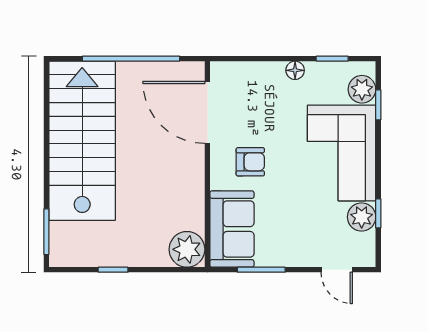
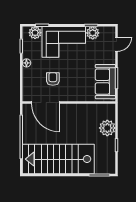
door: (207, 112) -> (45, 103), hinge flipped
armchair: (250, 162) -> (53, 79), moved
sofa: (232, 229) -> (105, 82), moved, turned -90
plant: (187, 249) -> (107, 128), moved

